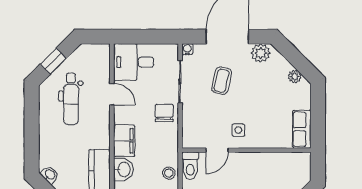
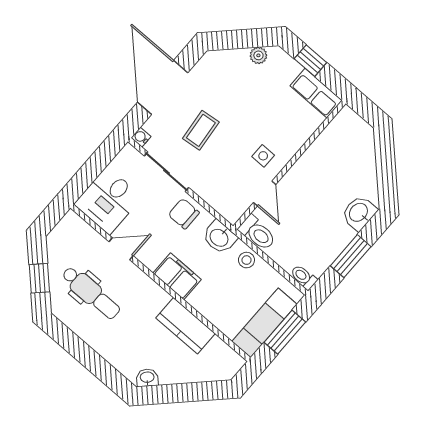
plant: (261, 53) -> (207, 69), removed
coffee table: (222, 81) -> (201, 130), turned 71
window: (318, 110) -> (310, 61), added
washbasin: (123, 169) -> (219, 237), moved, turned 180

